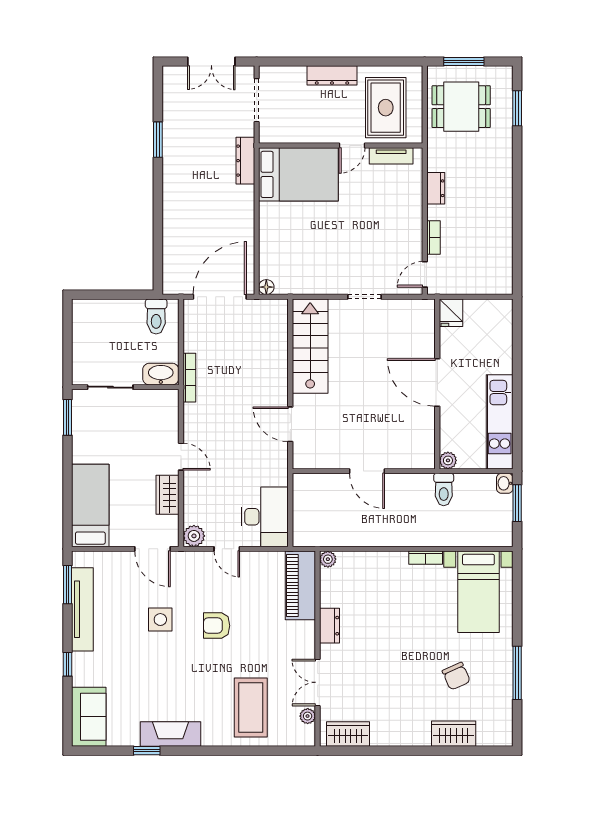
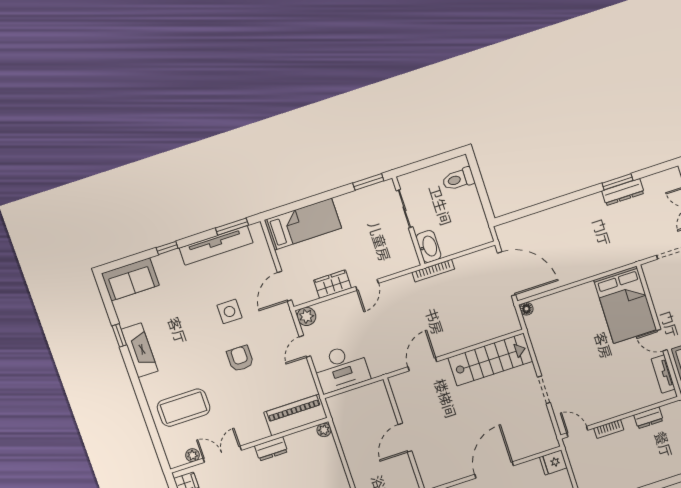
dresser: (245, 161) -> (623, 192), moved, turned 180
toilet: (156, 316) -> (458, 179), moved

